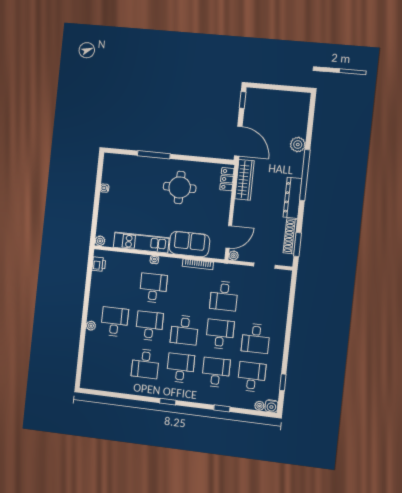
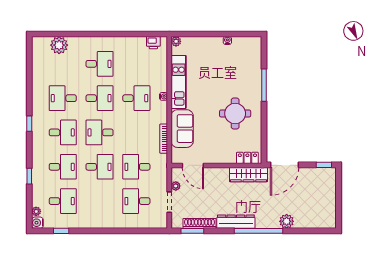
plant: (234, 255) -> (176, 186), moved
plant: (91, 326) -> (59, 45), moved, width x1.88, depth x1.88
desk: (256, 338) -> (136, 201), moved

